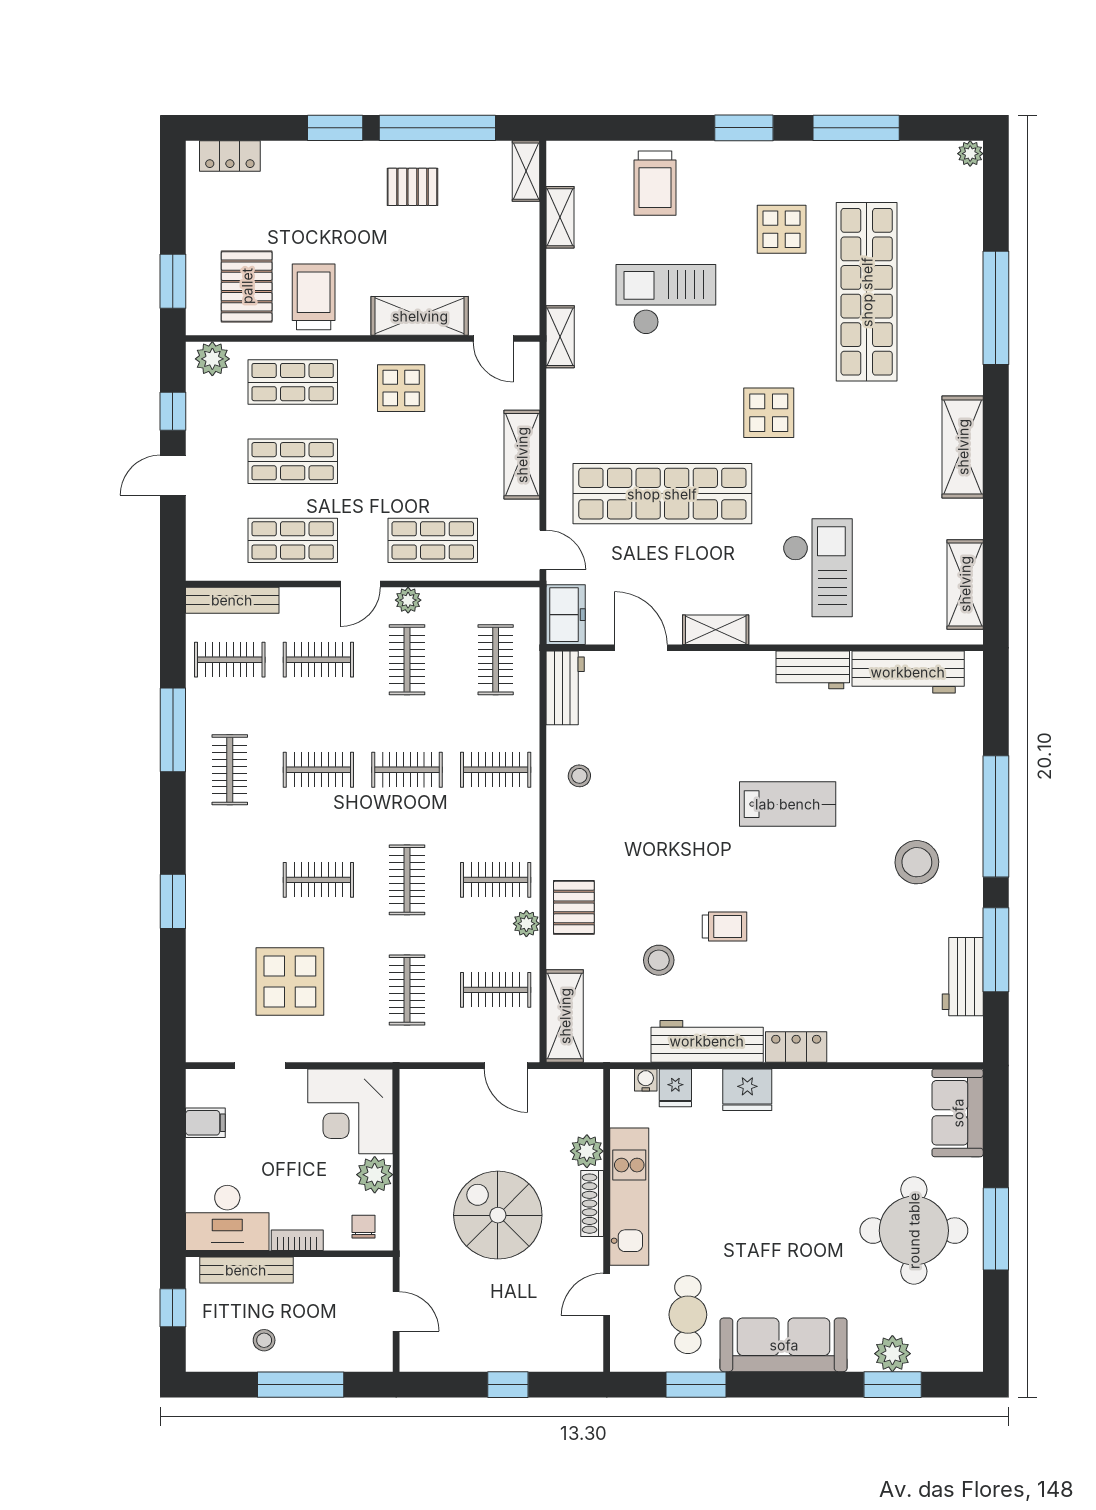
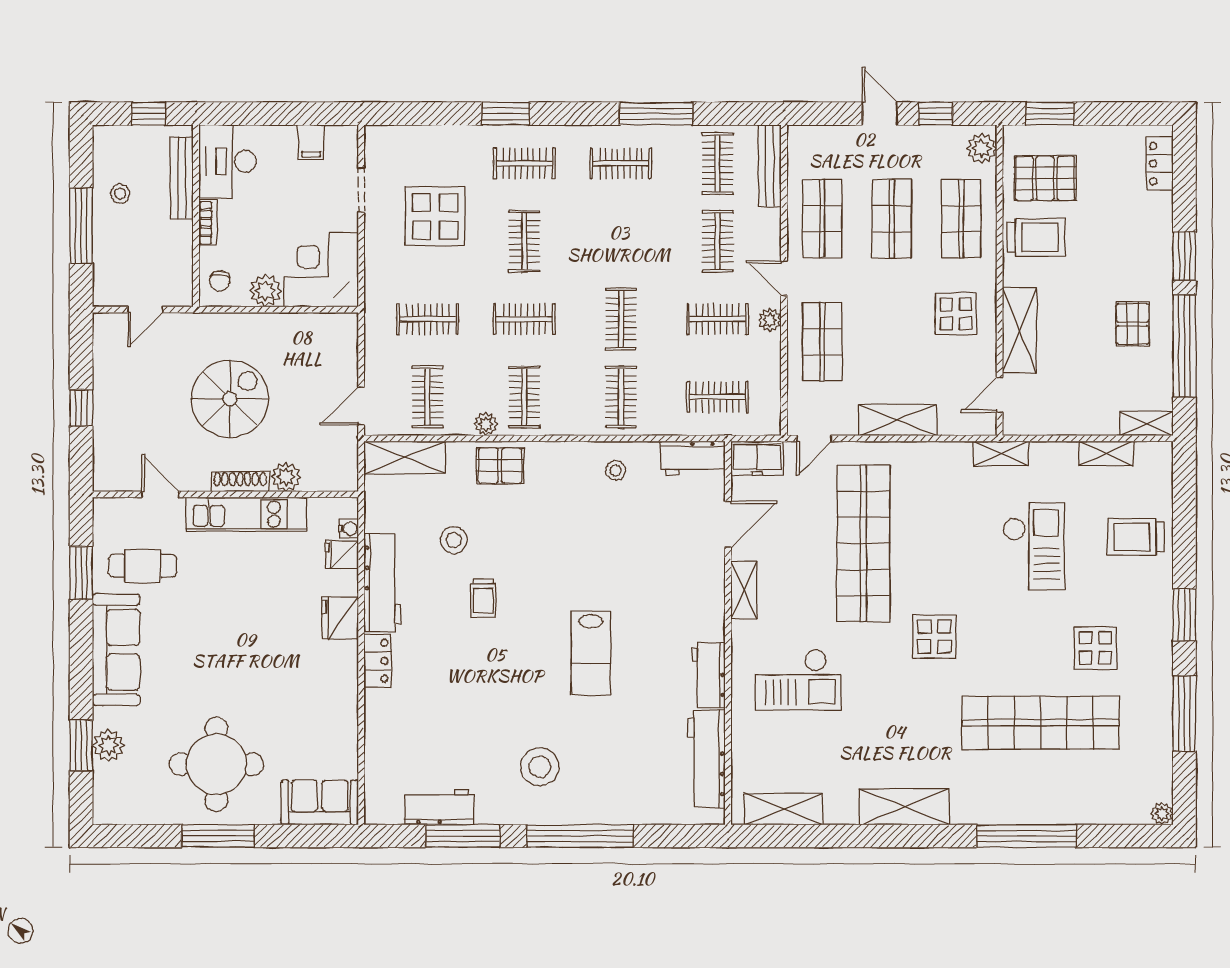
clothes rail: (318, 770) -> (524, 163), moved, turned 90
chair: (363, 1227) -> (220, 281), turned 94

